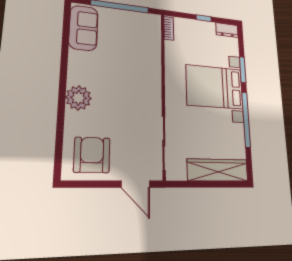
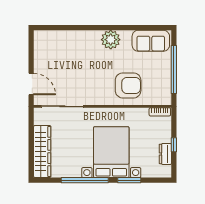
dresser: (227, 30) -> (165, 154), moved
plant: (78, 98) -> (111, 40), moved
armchair: (92, 155) -> (128, 85), moved
door: (136, 184) -> (31, 84), swing flipped

